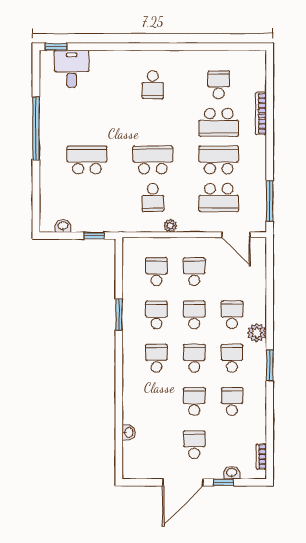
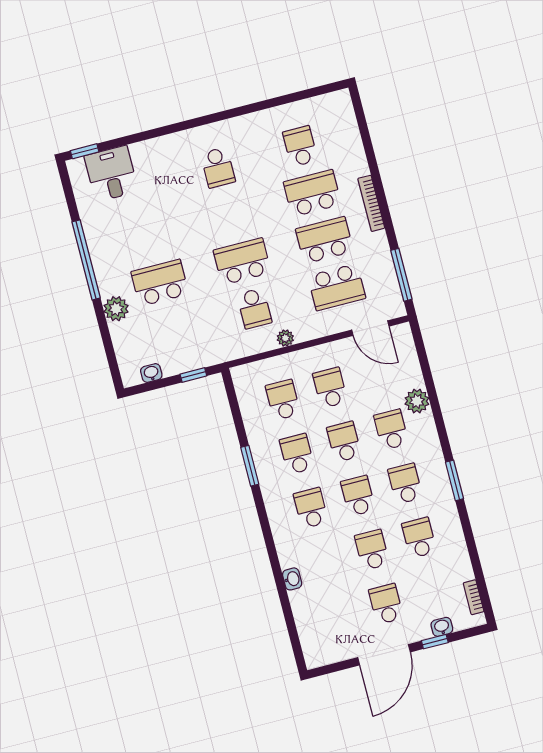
bookcase: (261, 113) -> (371, 203), moved
school desk: (219, 122) -> (312, 193), turned 180
plant: (49, 171) -> (116, 309), added
plant: (257, 333) -> (417, 401), moved
washbasin: (129, 432) -> (292, 579), moved

